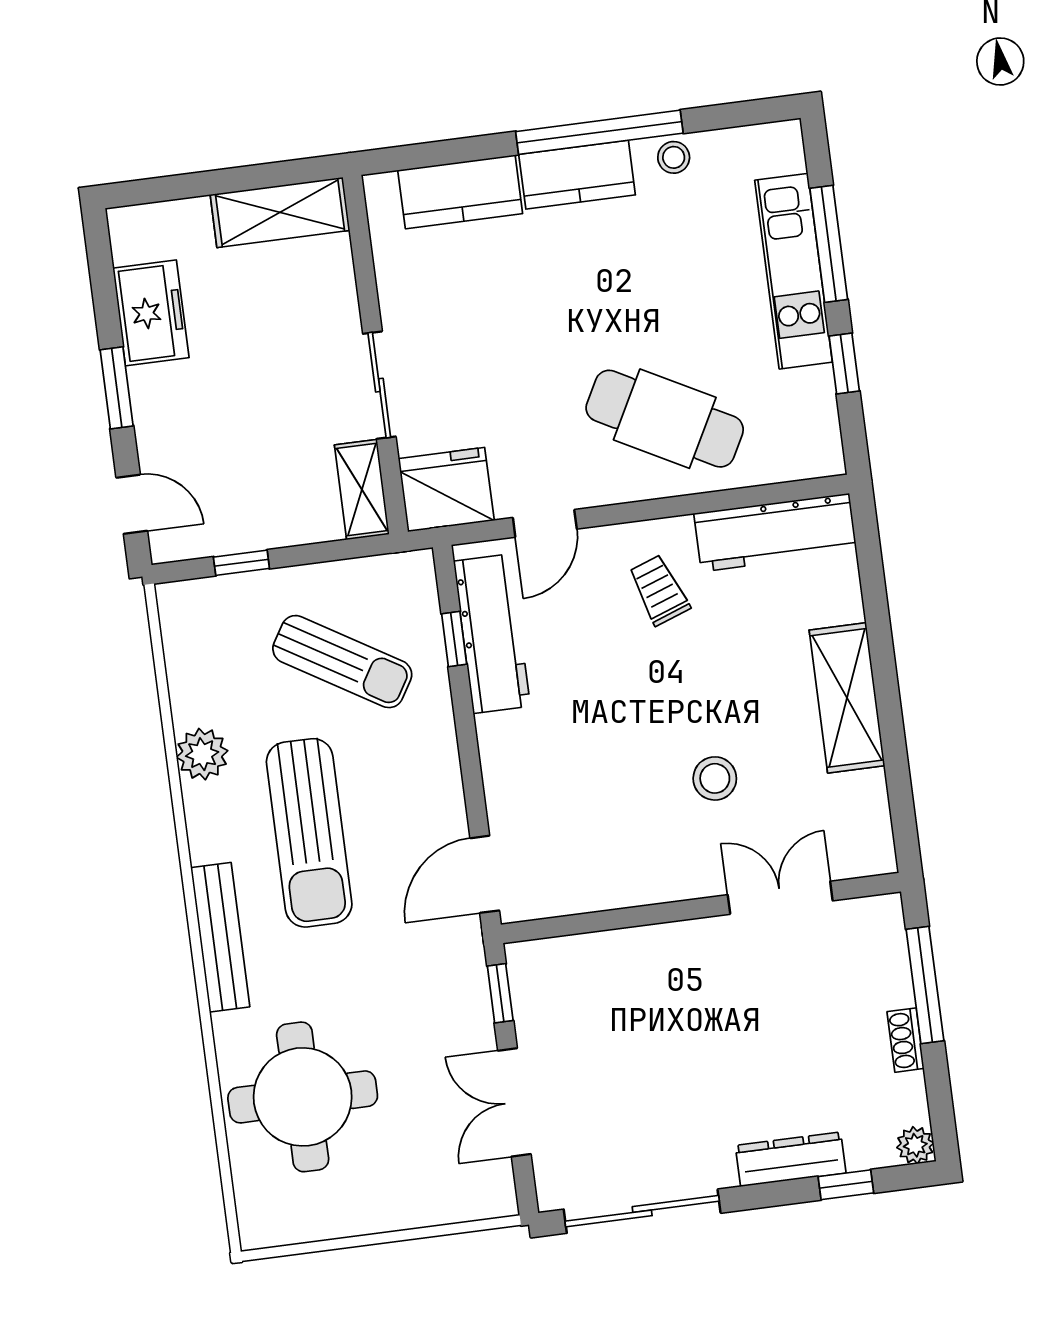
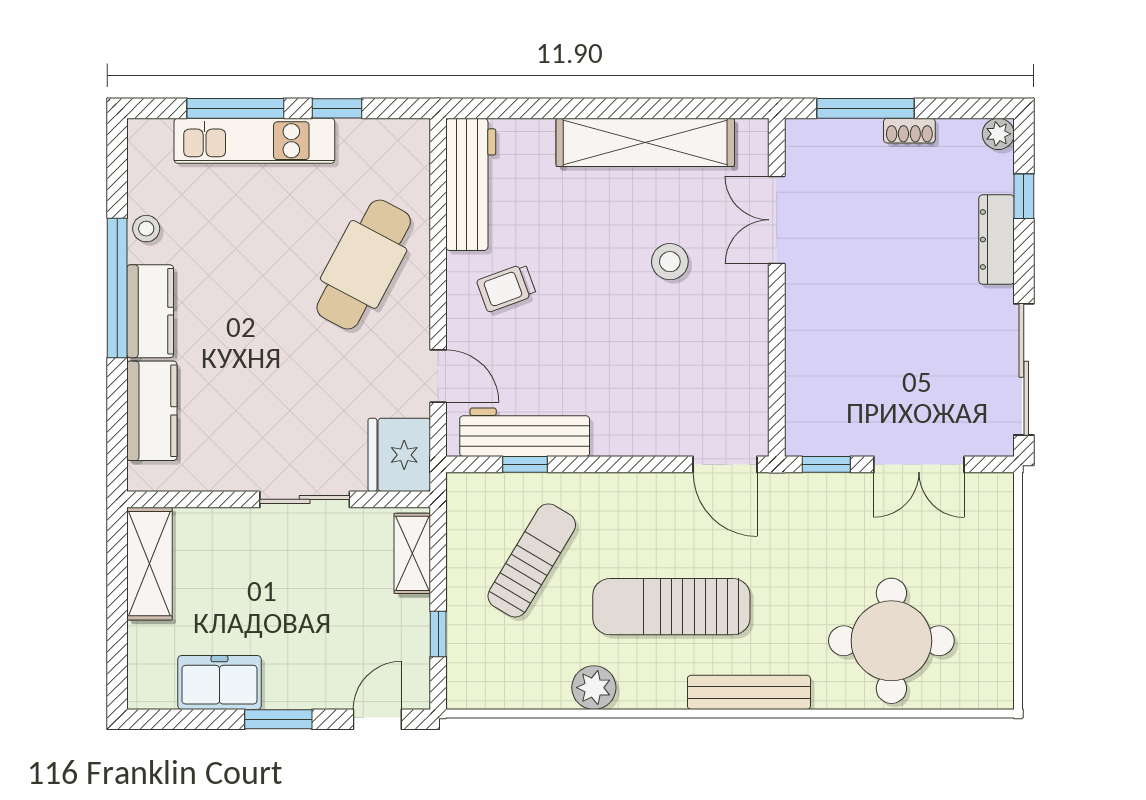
shelving: (362, 490) -> (412, 553), moved, turned 90
shelving: (847, 698) -> (645, 142), width x1.47
sun lounger: (309, 833) -> (671, 607), turned 180

